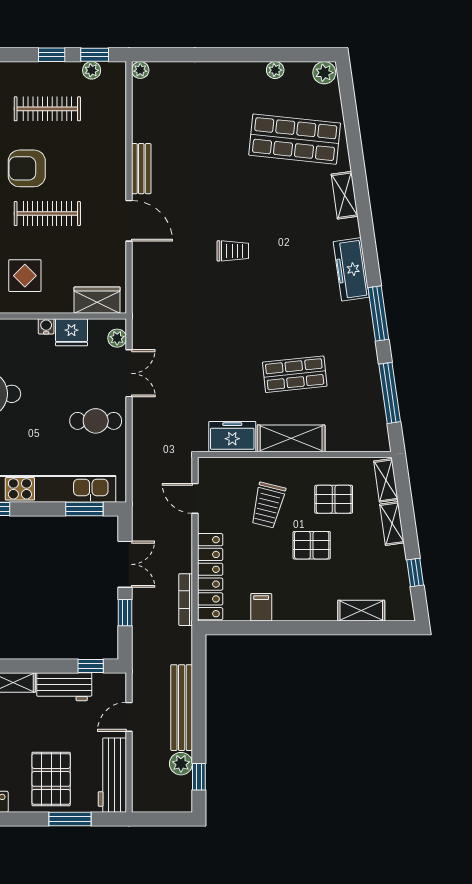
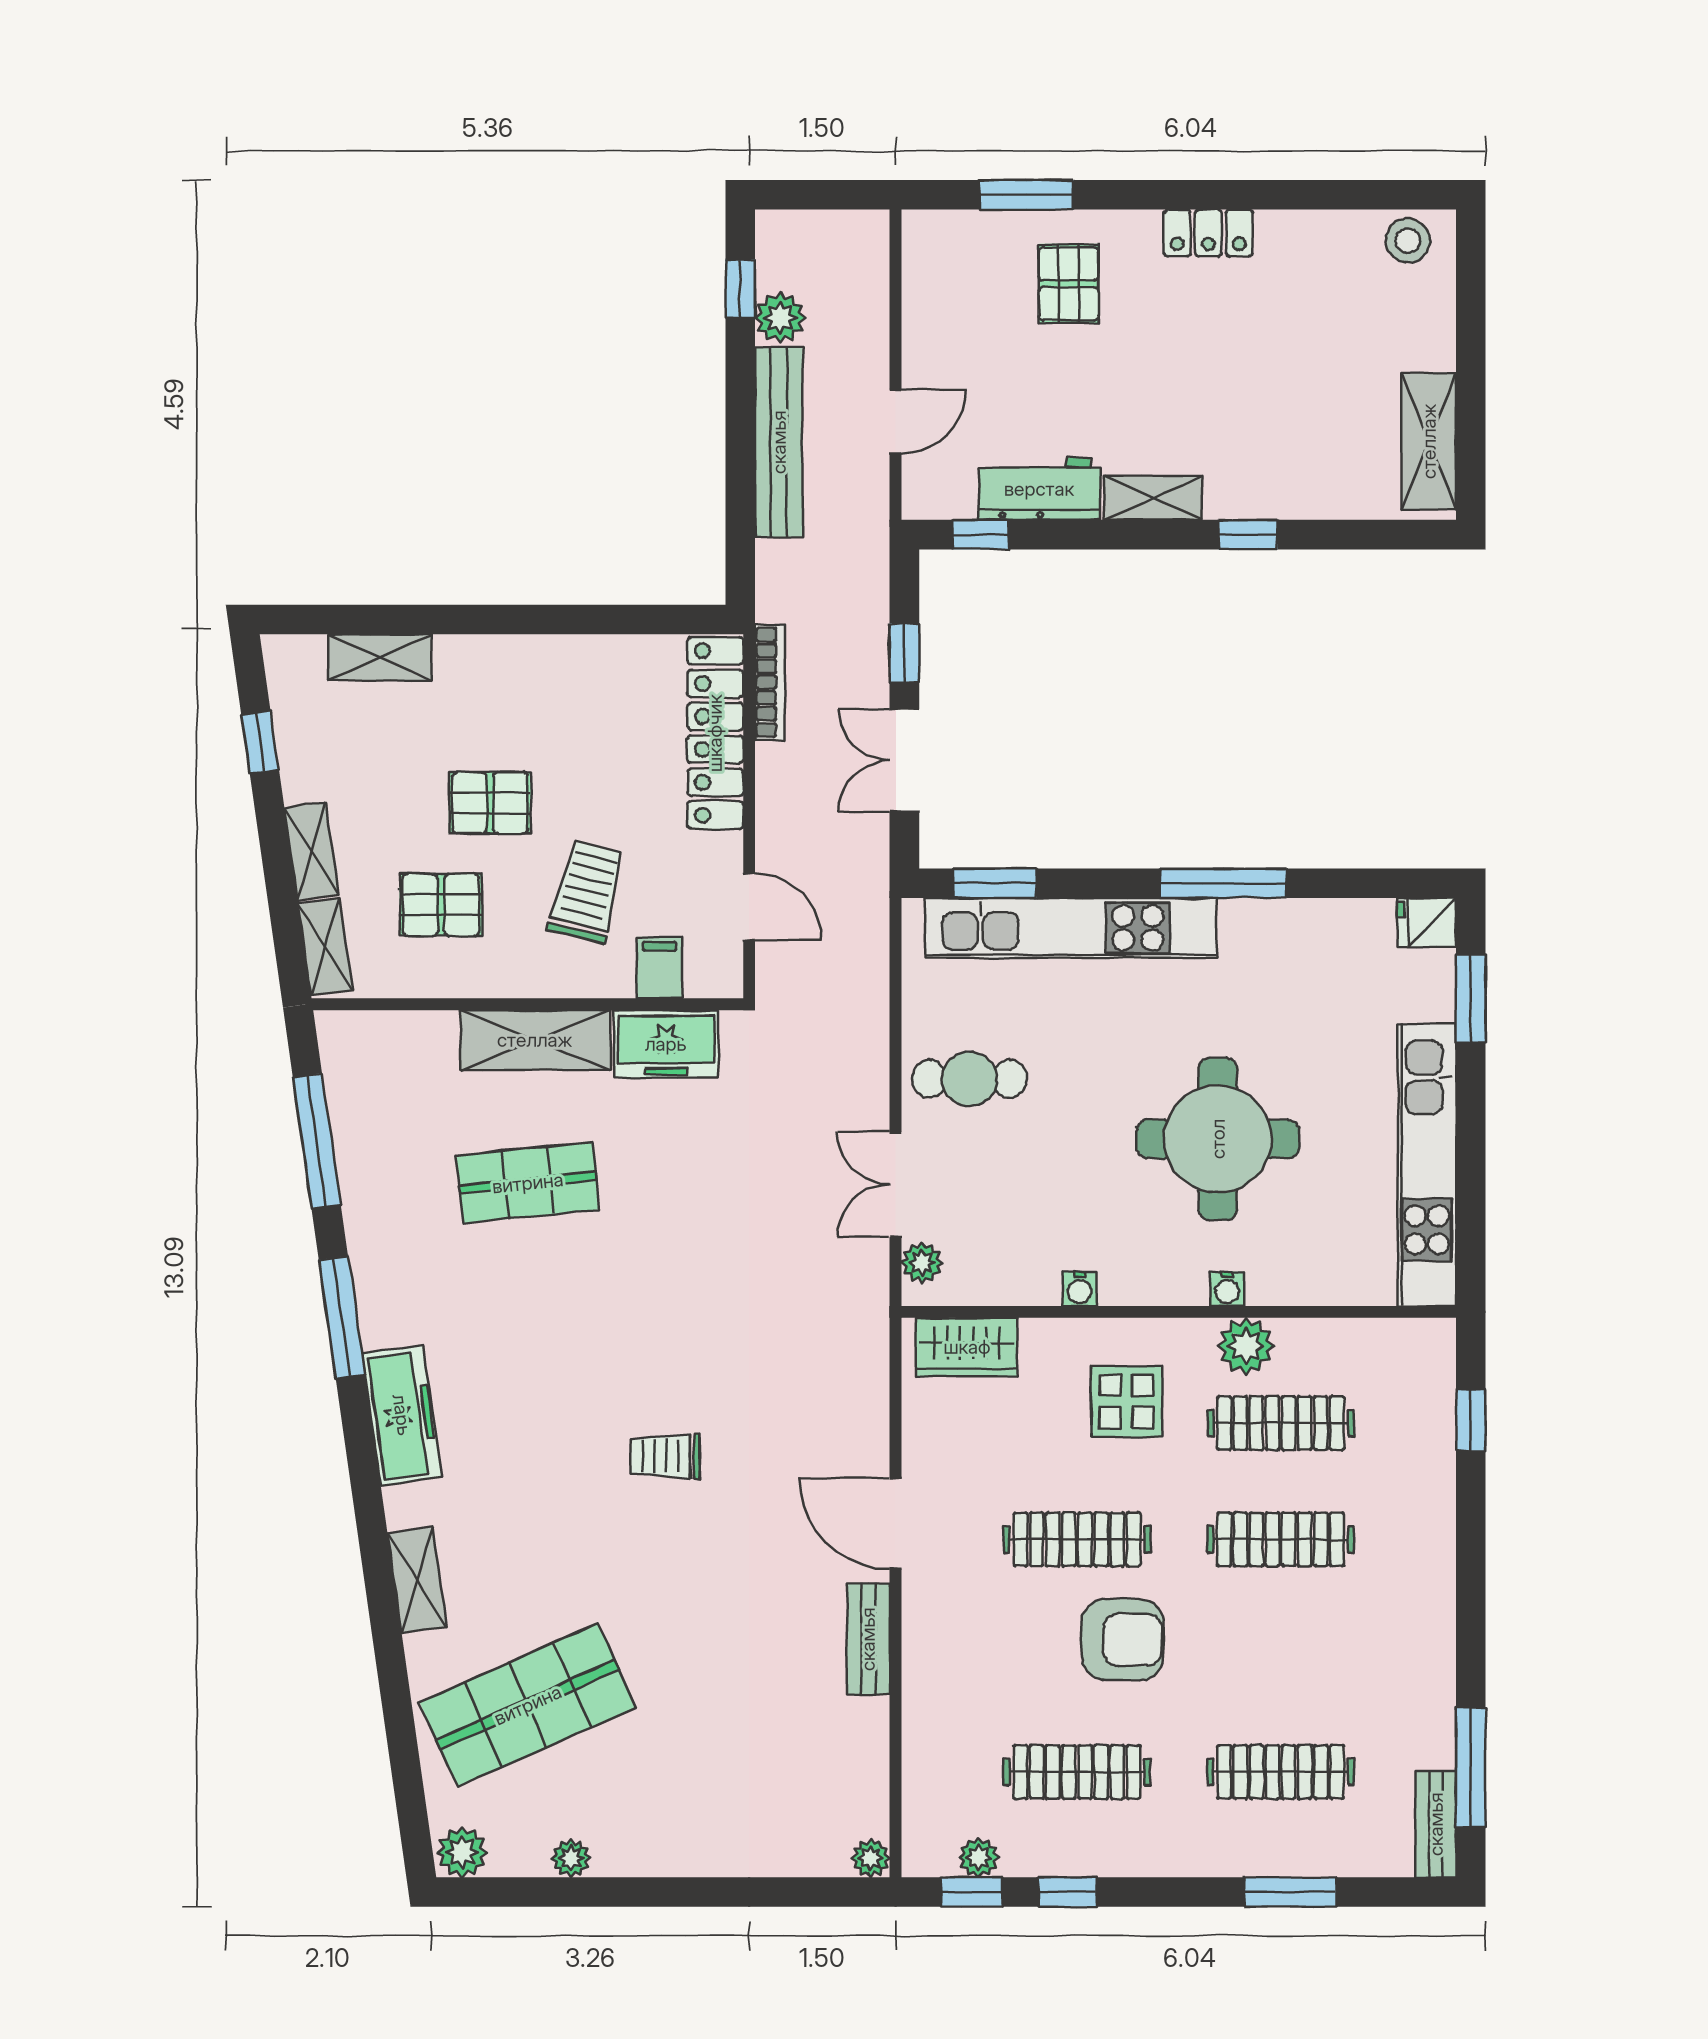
shop shelf: (295, 139) -> (528, 1705), turned -30
fridge: (71, 332) -> (1023, 1276), removed
filing cabinet: (261, 607) -> (660, 968), moved, turned 180
workbench: (112, 775) -> (933, 292), removed
pallet: (51, 779) -> (1069, 284), width x0.67, depth x0.71

